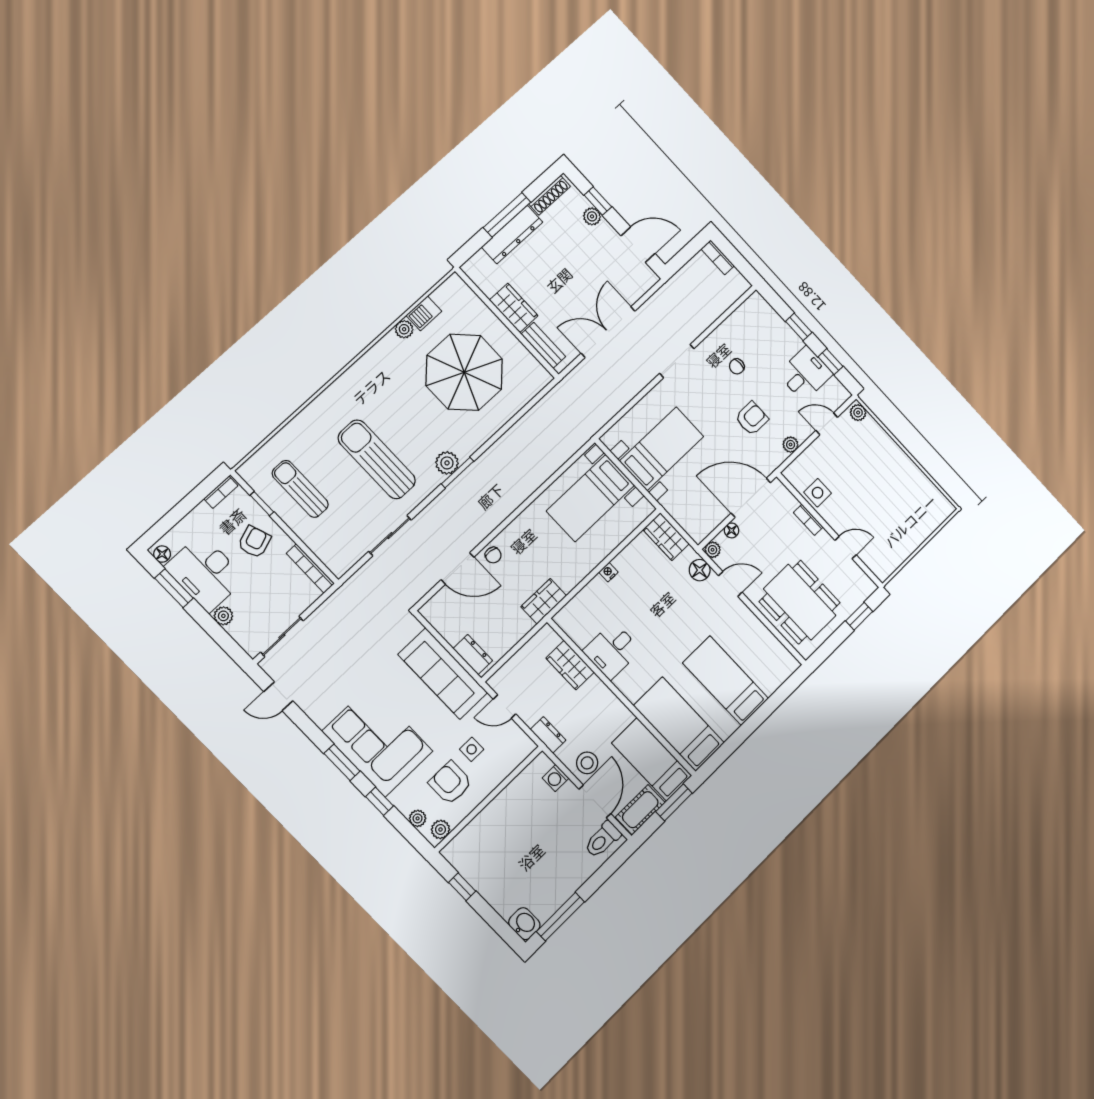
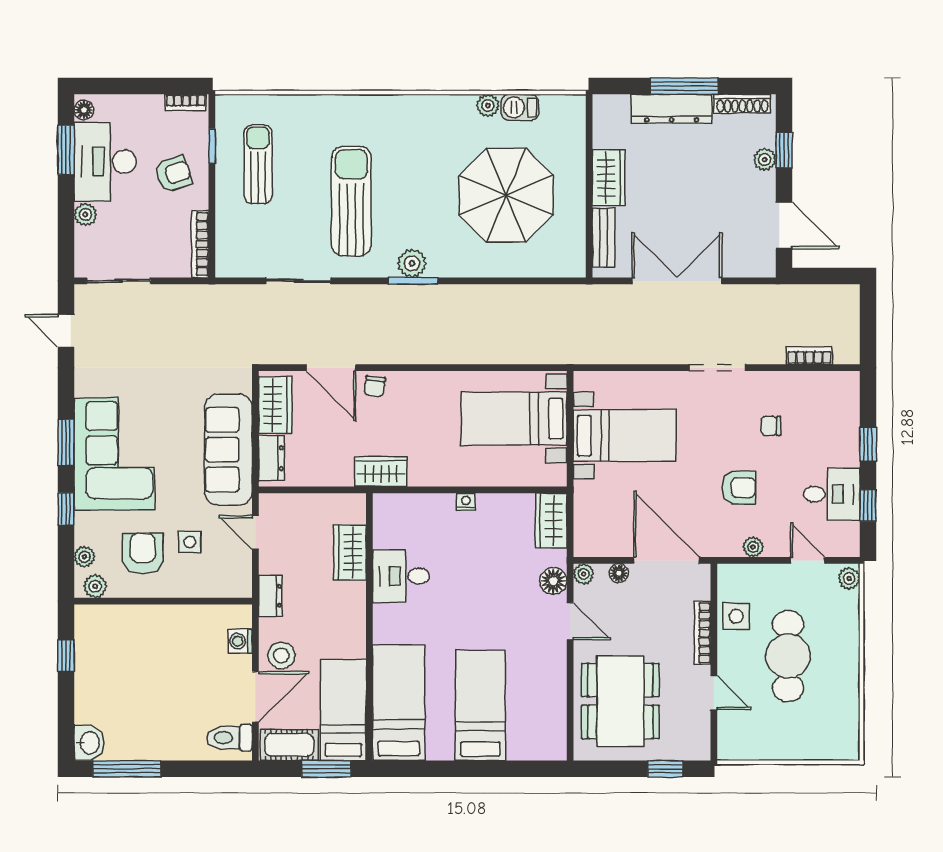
bookcase: (718, 257) -> (809, 355), moved, turned 90
cafe table: (866, 488) -> (788, 656), added
bookcase: (808, 520) -> (703, 633), width x1.56
wardrobe: (445, 621) -> (275, 405), added

